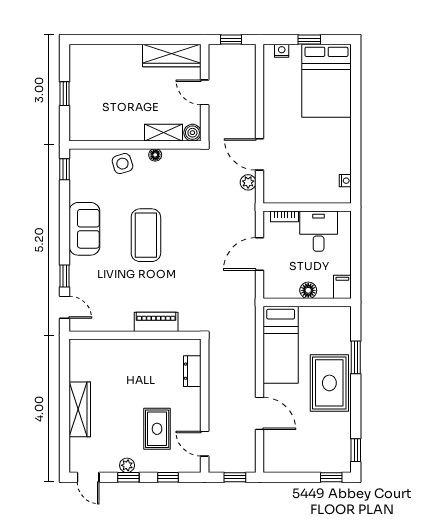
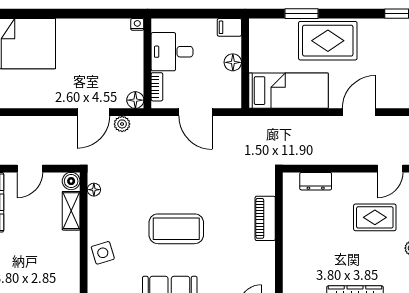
floor lamp: (155, 155) -> (94, 190), moved
nightstand: (345, 181) -> (137, 24), moved
floor lamp: (271, 195) -> (135, 100), added

